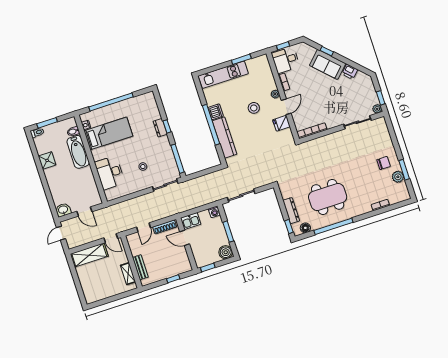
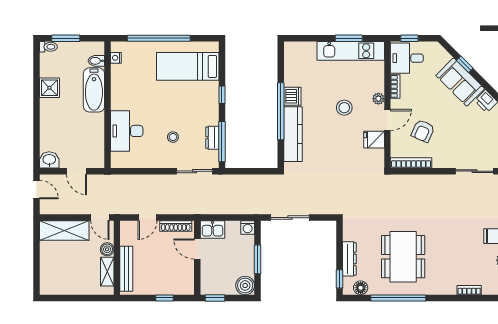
kitchen unit: (223, 75) -> (351, 51), moved
armchair: (313, 106) -> (423, 131), added
dresser: (160, 128) -> (212, 138), moved
bed: (108, 133) -> (188, 66), moved, turned 180
dining table: (328, 197) -> (403, 257), turned 90
door: (61, 233) -> (36, 190), swing flipped
boiler: (123, 258) -> (107, 249), added
bench: (140, 267) -> (126, 269), width x1.36

